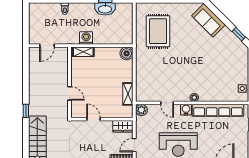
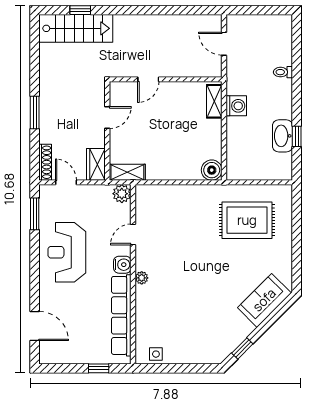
shelving: (128, 94) -> (127, 172), moved
window: (26, 111) -> (80, 10), moved

